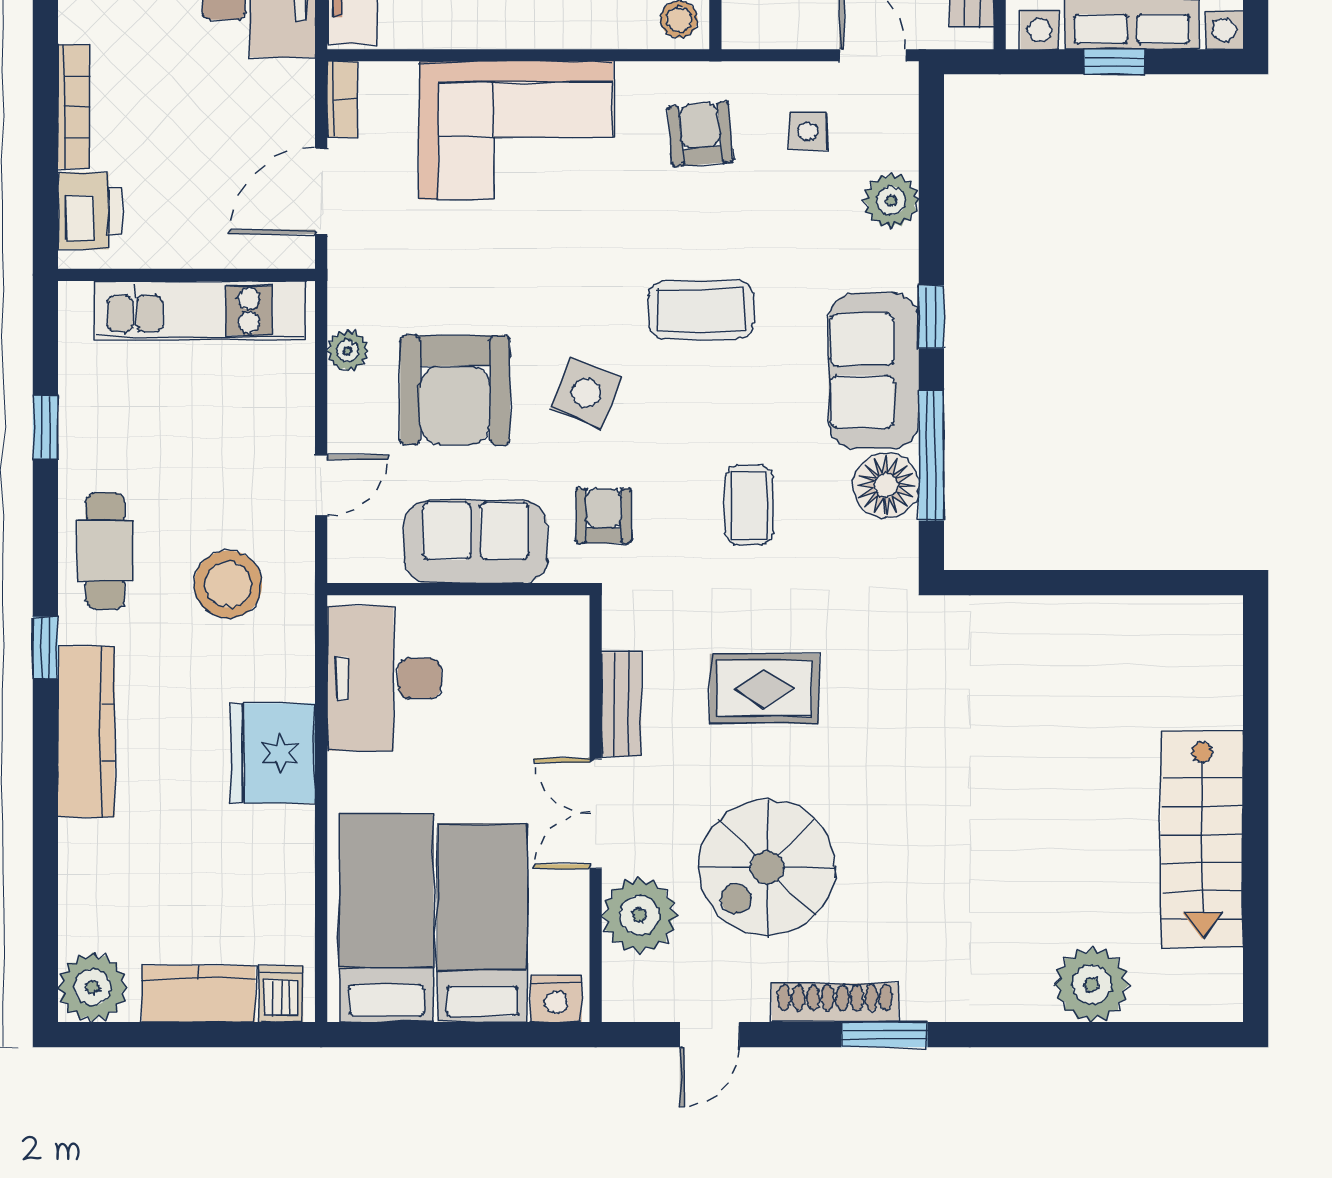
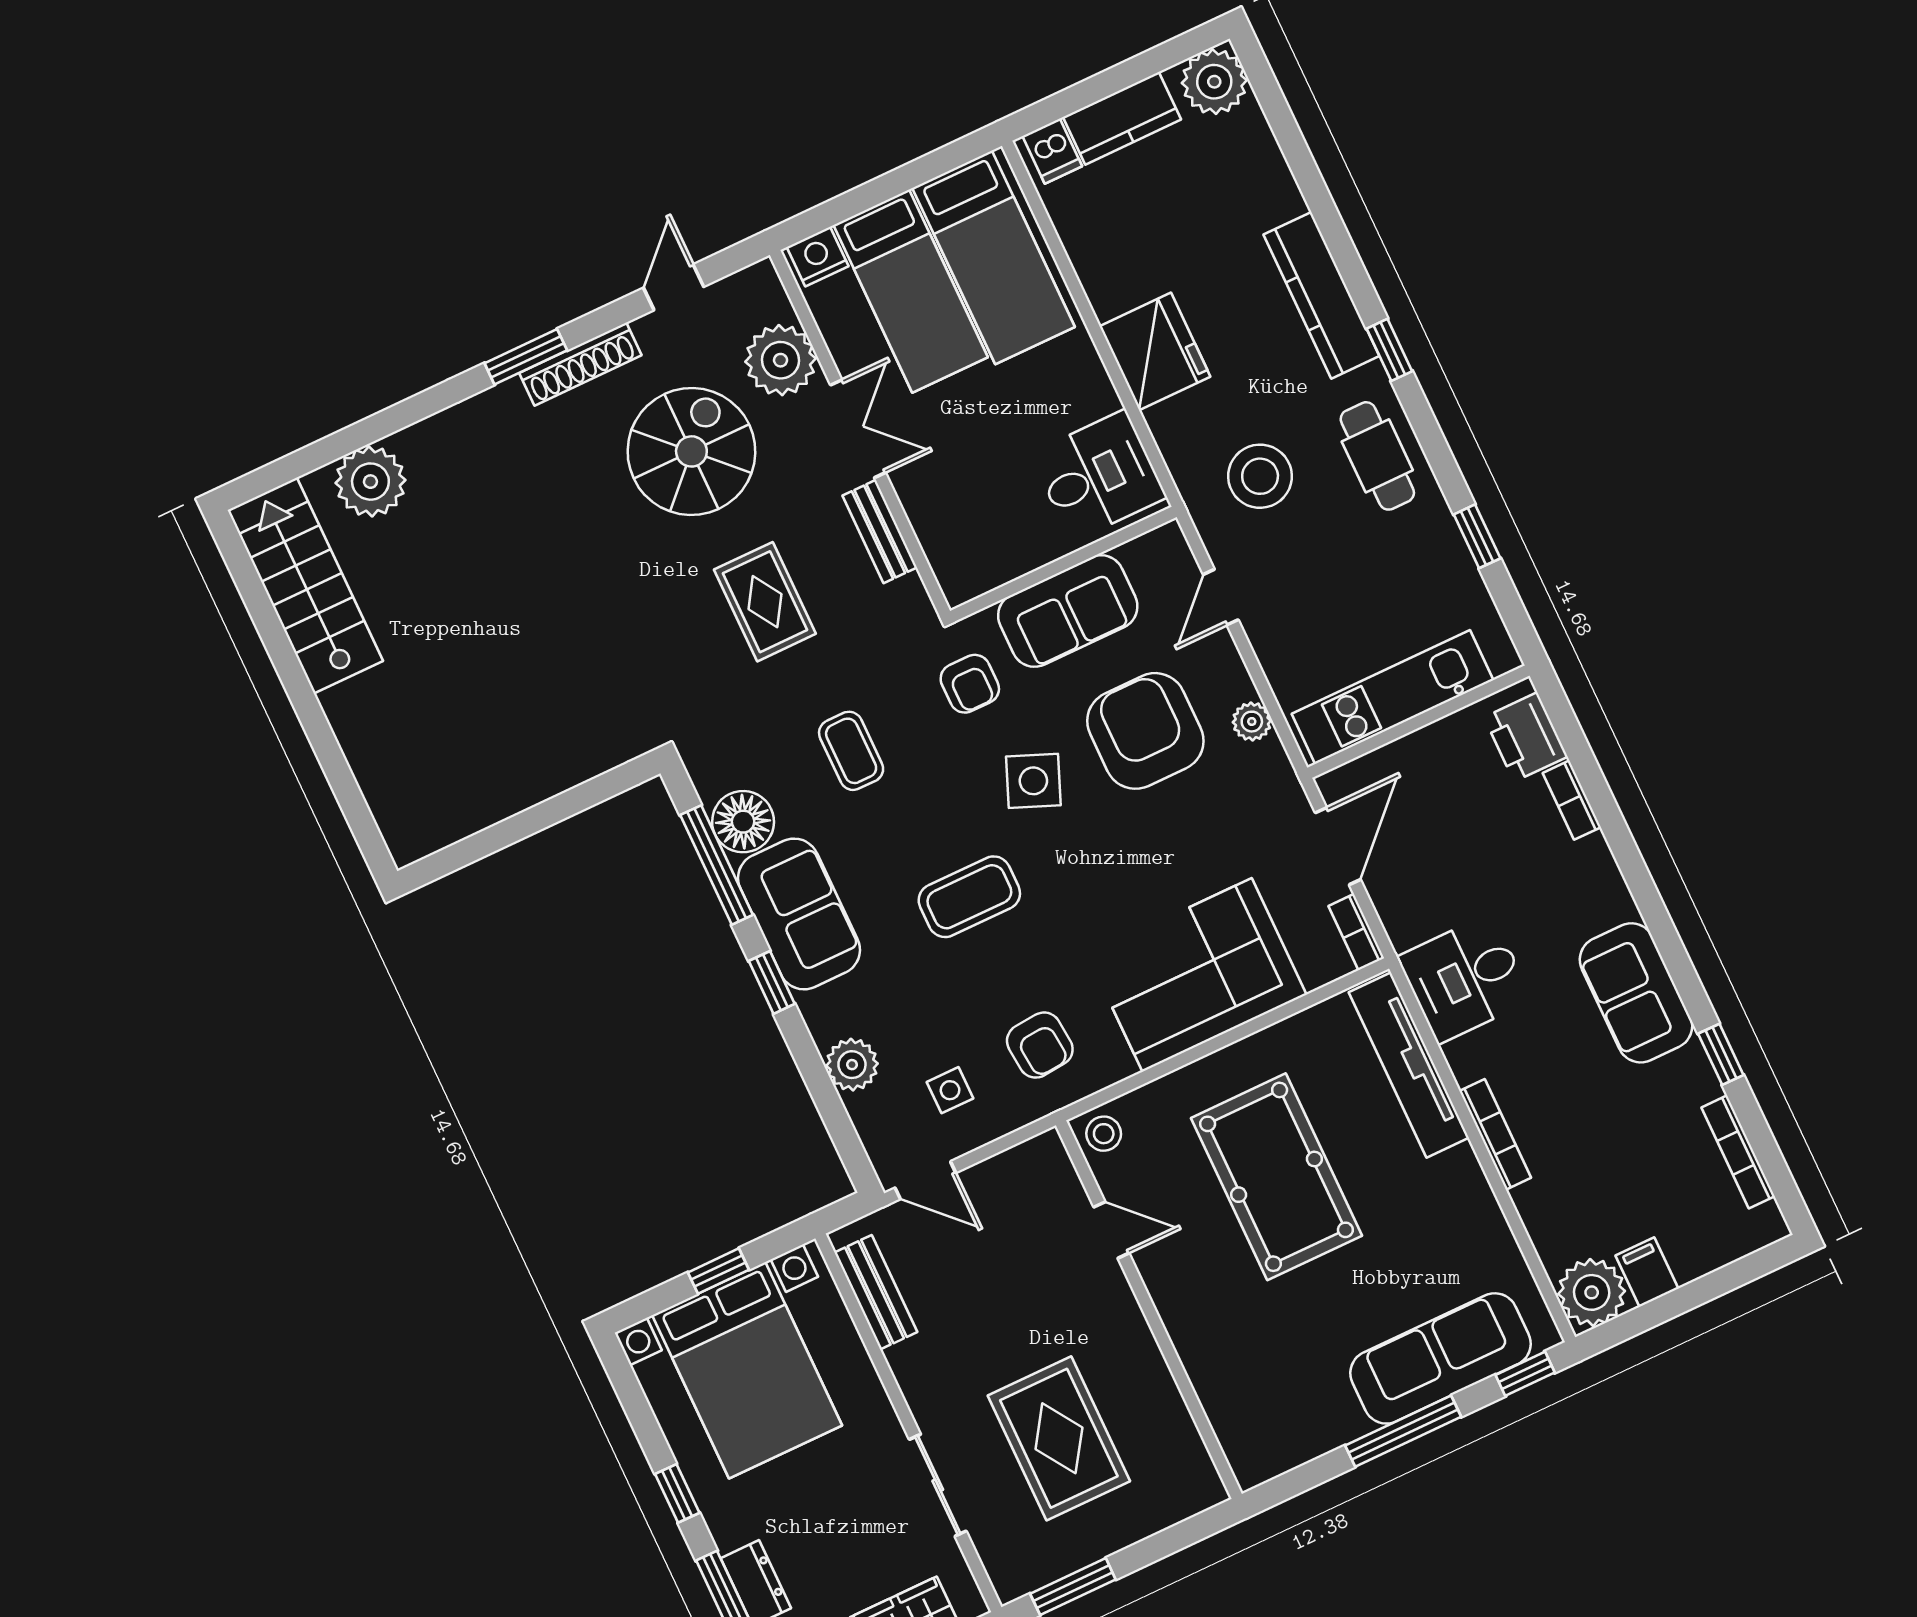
bookcase: (74, 107) -> (1572, 800), width x0.64
desk: (384, 678) -> (1098, 476), width x0.73
rug: (764, 689) -> (765, 602), turned 90
stairs: (1202, 839) -> (305, 586), moved

